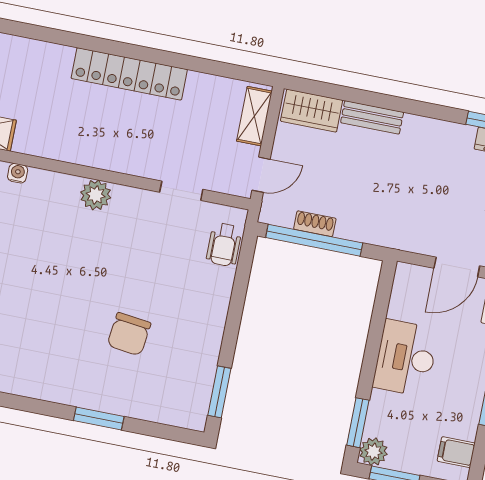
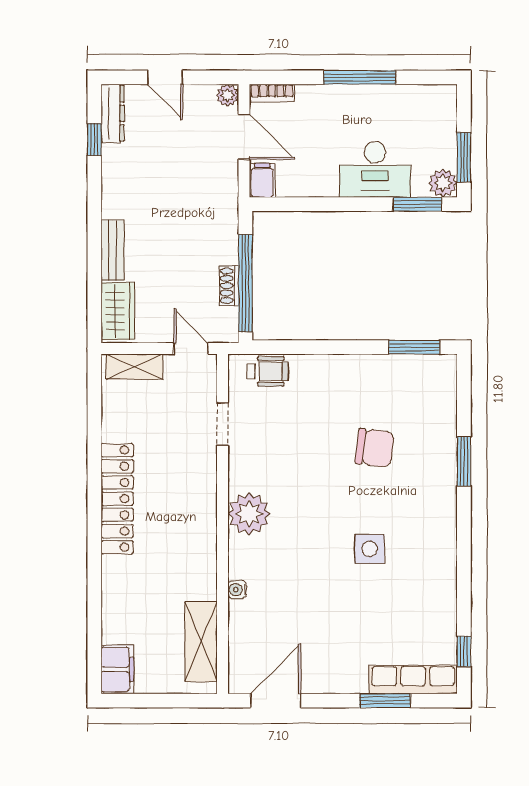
plant: (96, 195) -> (249, 514), width x1.36, depth x1.36
side table: (32, 310) -> (370, 549), added
desk: (406, 358) -> (375, 170), moved
filing cabinet: (456, 452) -> (262, 180), moved, turned 180

